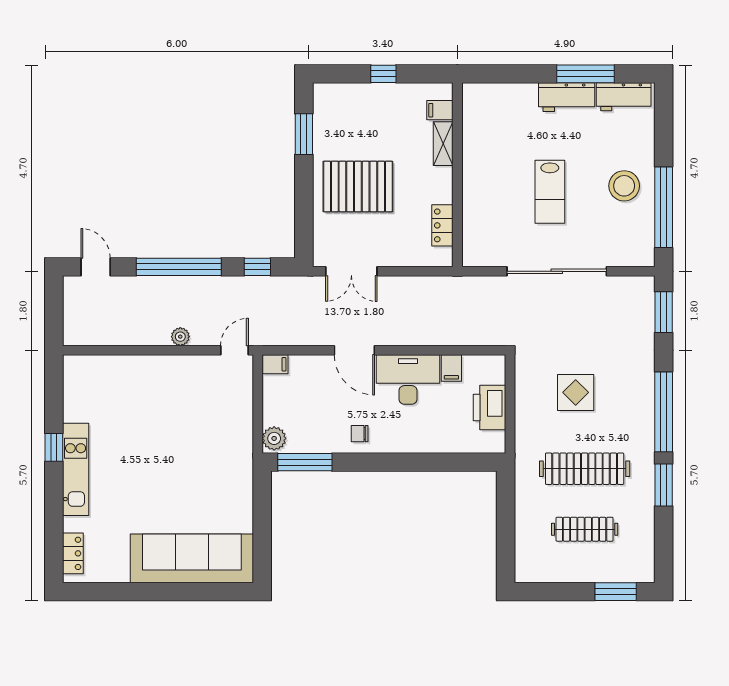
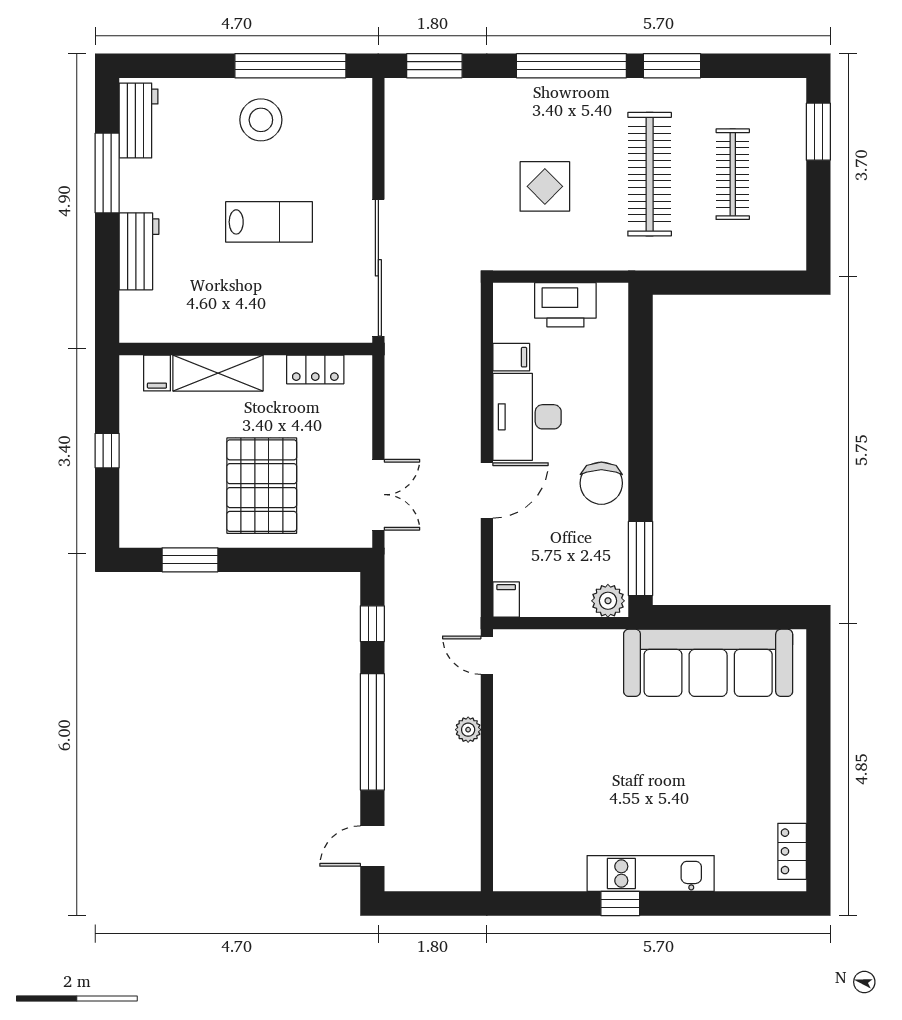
workbench: (567, 97) -> (139, 251), moved
shelving: (443, 144) -> (218, 373), width x1.50, depth x1.33
sliding door: (557, 271) -> (378, 268), moved
chair: (360, 434) -> (601, 483), width x1.87, depth x1.87
locker: (73, 553) -> (792, 851), moved, turned -90
sofa: (192, 558) -> (708, 663), moved, turned -90

